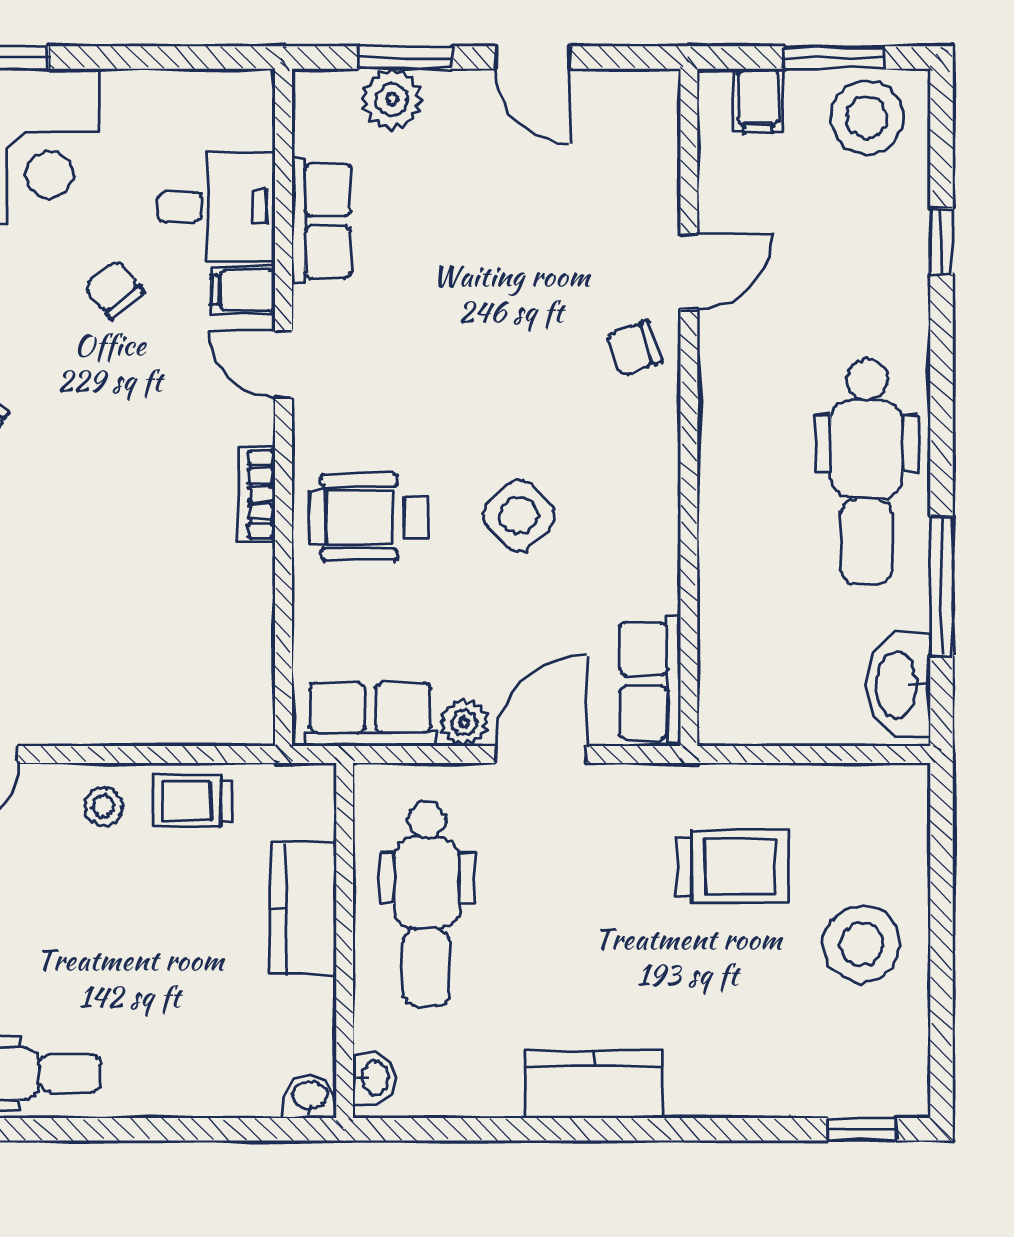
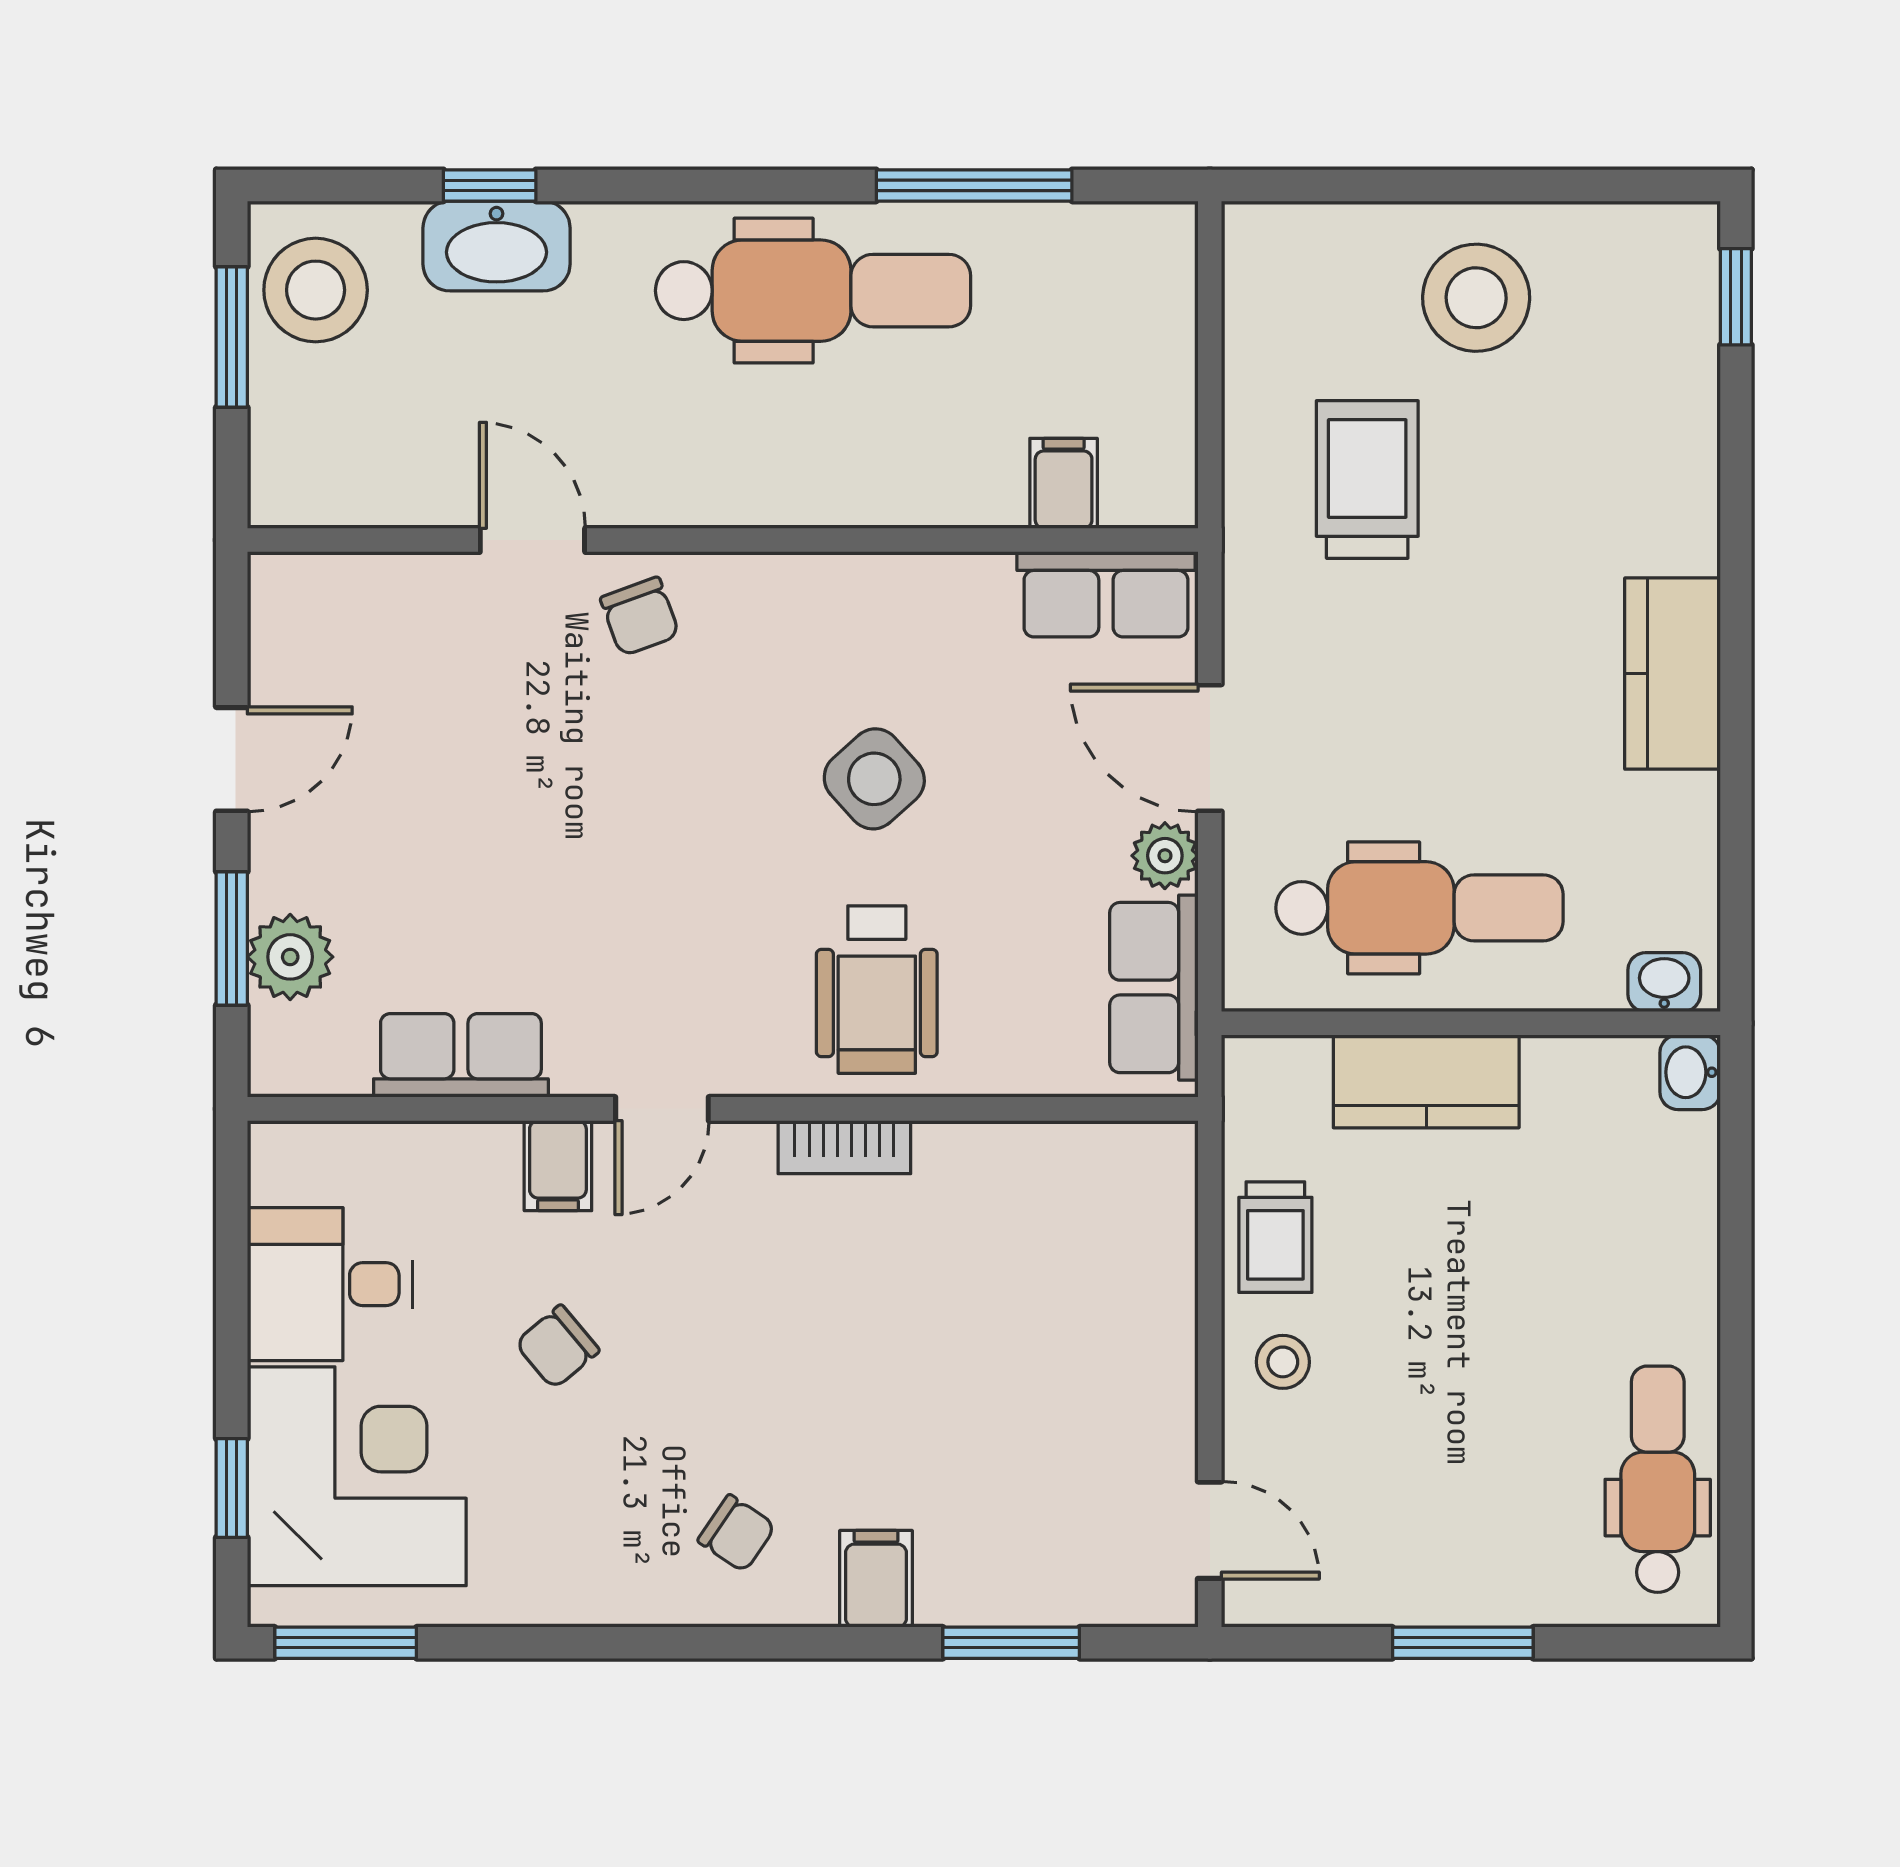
filing cabinet: (758, 101) -> (1064, 483), moved, turned -90
desk: (216, 207) -> (330, 1284), moved, turned -90
washbasin: (898, 685) -> (497, 246), moved

